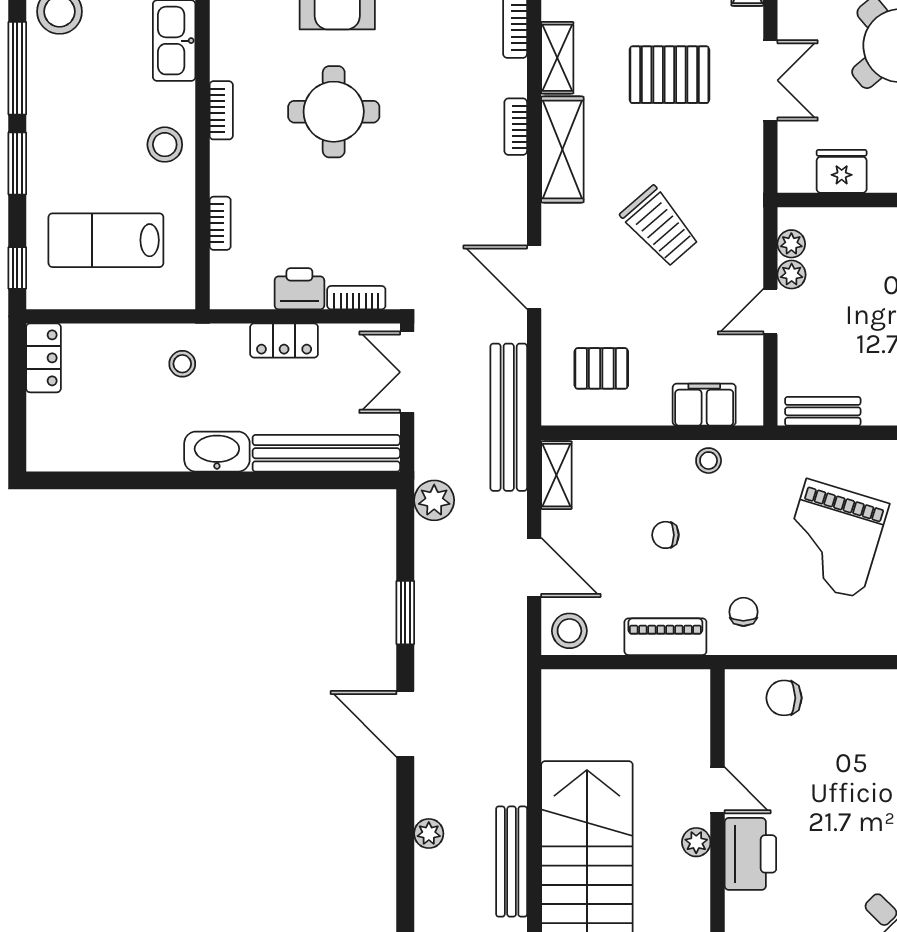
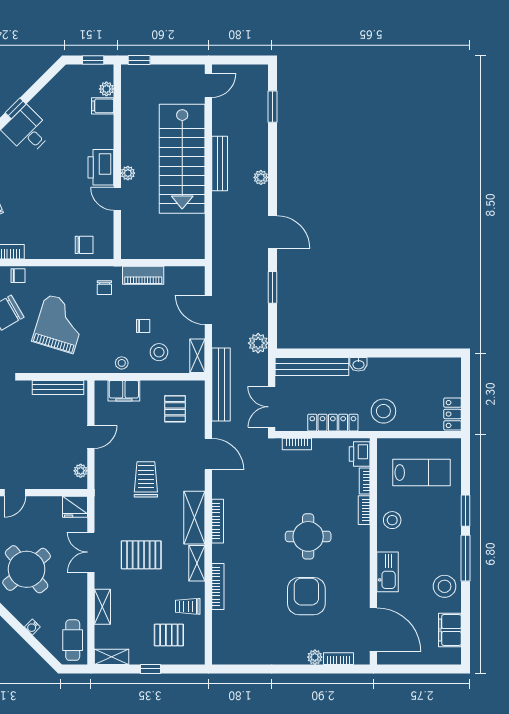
bookcase: (221, 110) -> (364, 510), moved
bookcase: (516, 127) -> (218, 521), width x1.56
fridge: (842, 171) -> (75, 507), moved
trolley: (660, 226) -> (146, 479), turned 41
window: (17, 268) -> (466, 459), removed
plant: (792, 275) -> (80, 455), removed
printer: (299, 289) -> (360, 454), moved, turned 90
locker: (284, 341) -> (333, 423), width x1.53
stool: (182, 364) -> (383, 411), width x1.89, depth x1.89
pallet: (601, 368) -> (175, 409), turned 90
double door: (407, 372) -> (272, 407), swing flipped
bench: (823, 411) -> (58, 387), width x1.36
washbasin: (217, 452) -> (358, 364), width x0.52, depth x0.69
stool: (569, 631) -> (159, 352), moved

